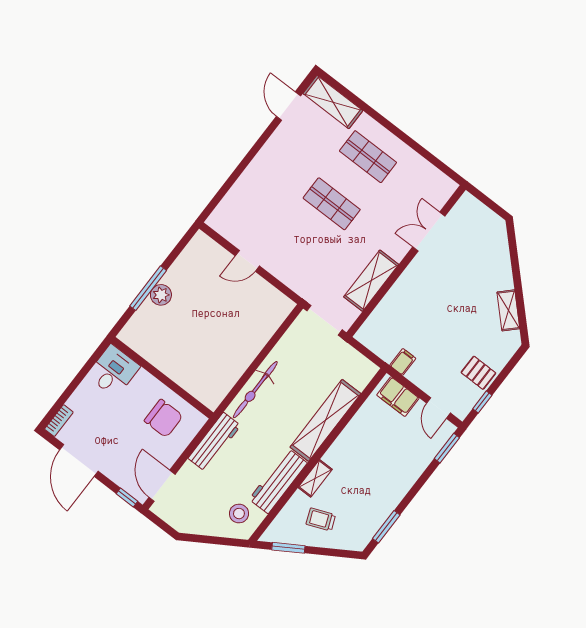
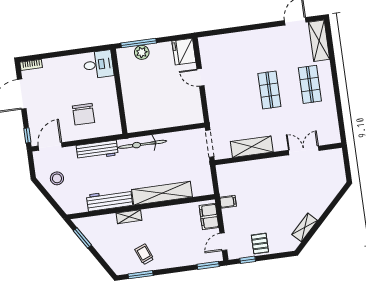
fridge: (204, 251) -> (184, 52), added
desk: (113, 371) -> (98, 64), moved
wall: (162, 378) -> (119, 91), moved
stool: (239, 514) -> (57, 178), moved
trolley: (321, 519) -> (144, 254), moved

